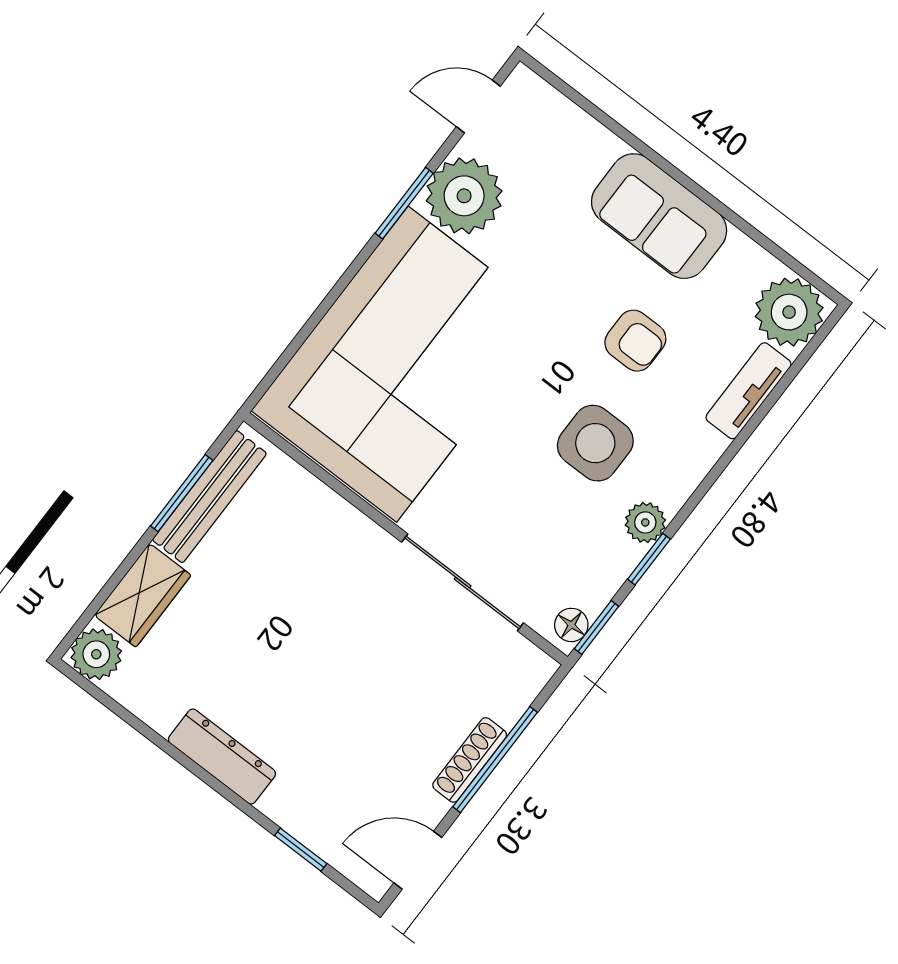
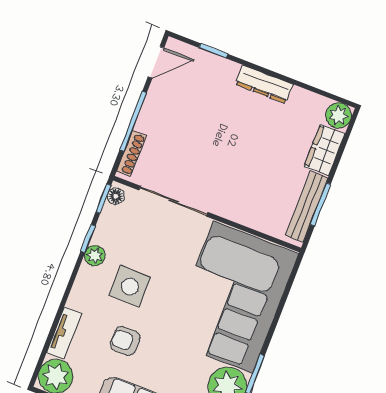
shoe rack: (470, 760) -> (131, 153), moved

